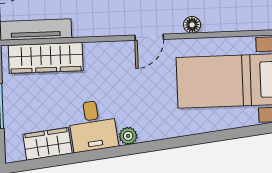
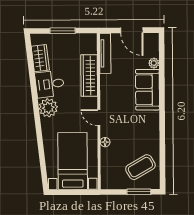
wardrobe: (46, 58) -> (89, 76), moved
plant: (128, 136) -> (48, 108), width x1.87, depth x1.87

